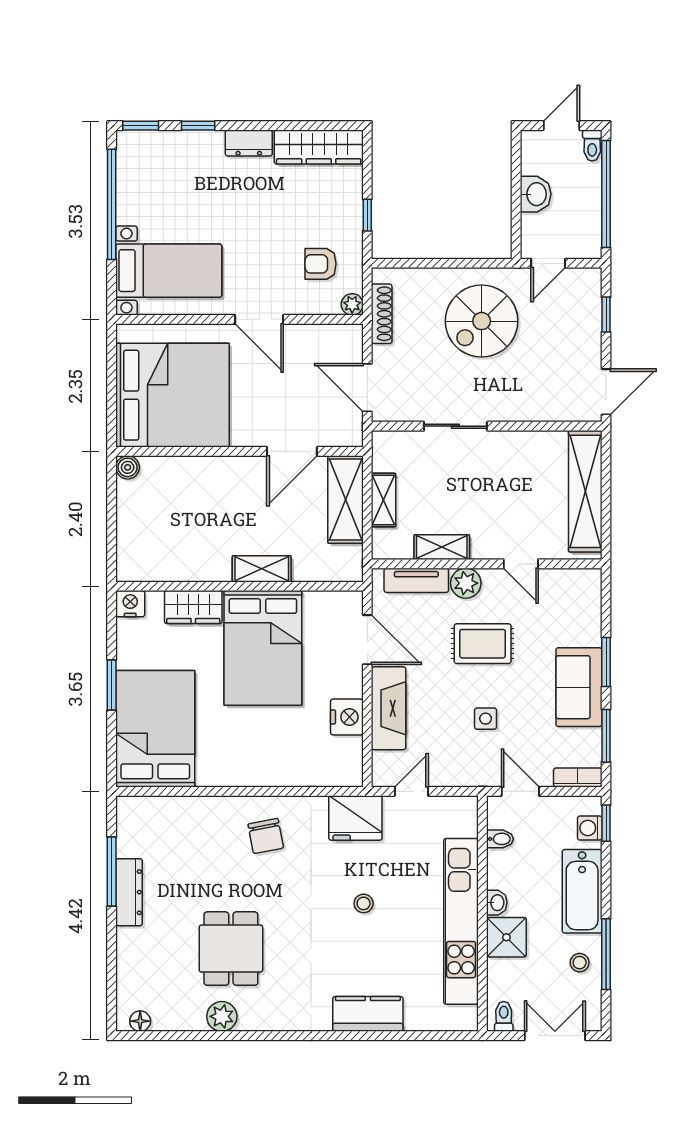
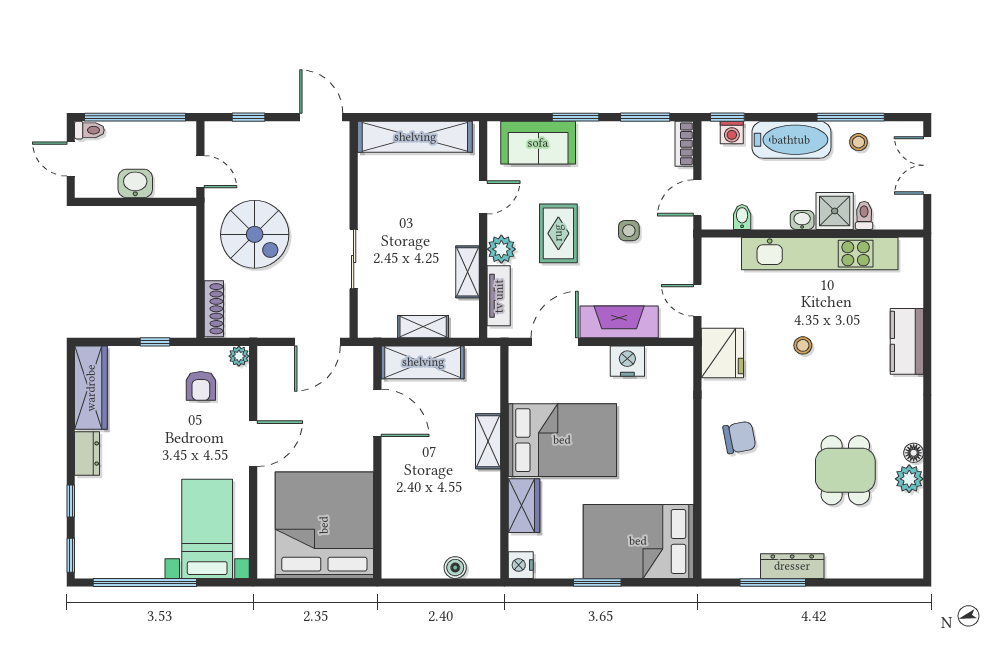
shoe rack: (382, 314) -> (214, 309), moved, turned 90
boiler: (128, 467) -> (455, 568), moved
sofa: (579, 687) -> (538, 143), moved
dining table: (231, 949) -> (845, 470), turned 90
toilet: (504, 1016) -> (864, 215), moved, turned 90
floor lamp: (140, 1021) -> (914, 453), moved

